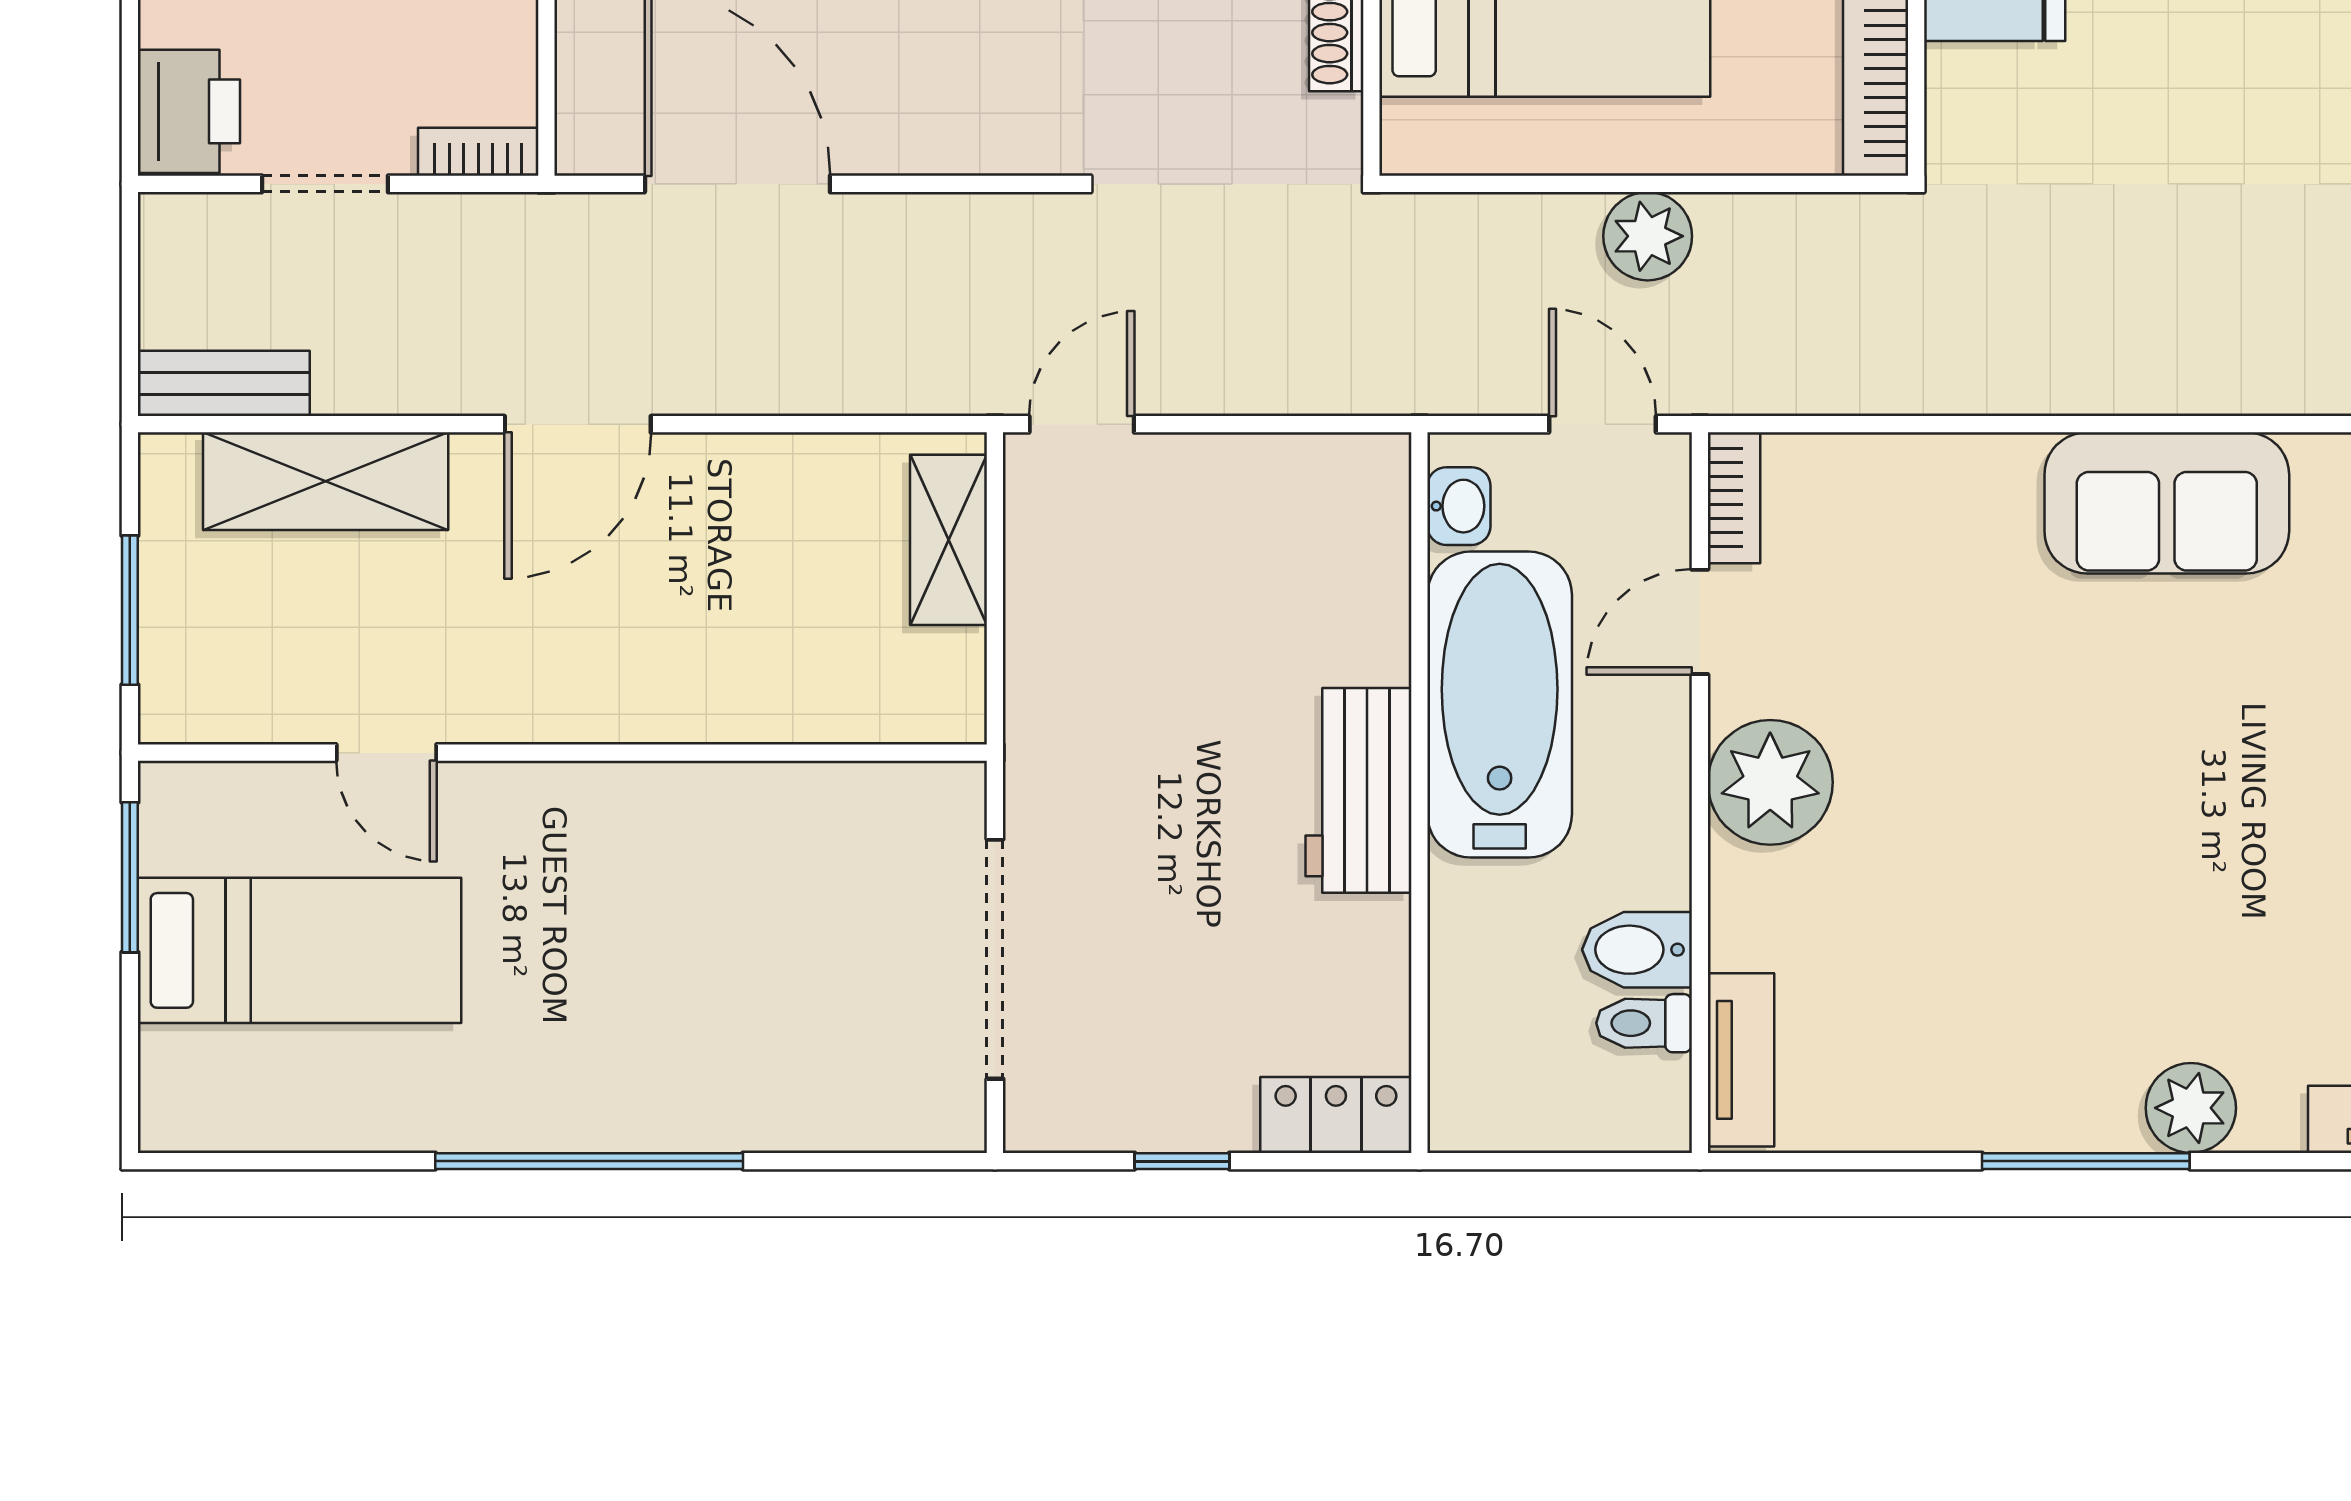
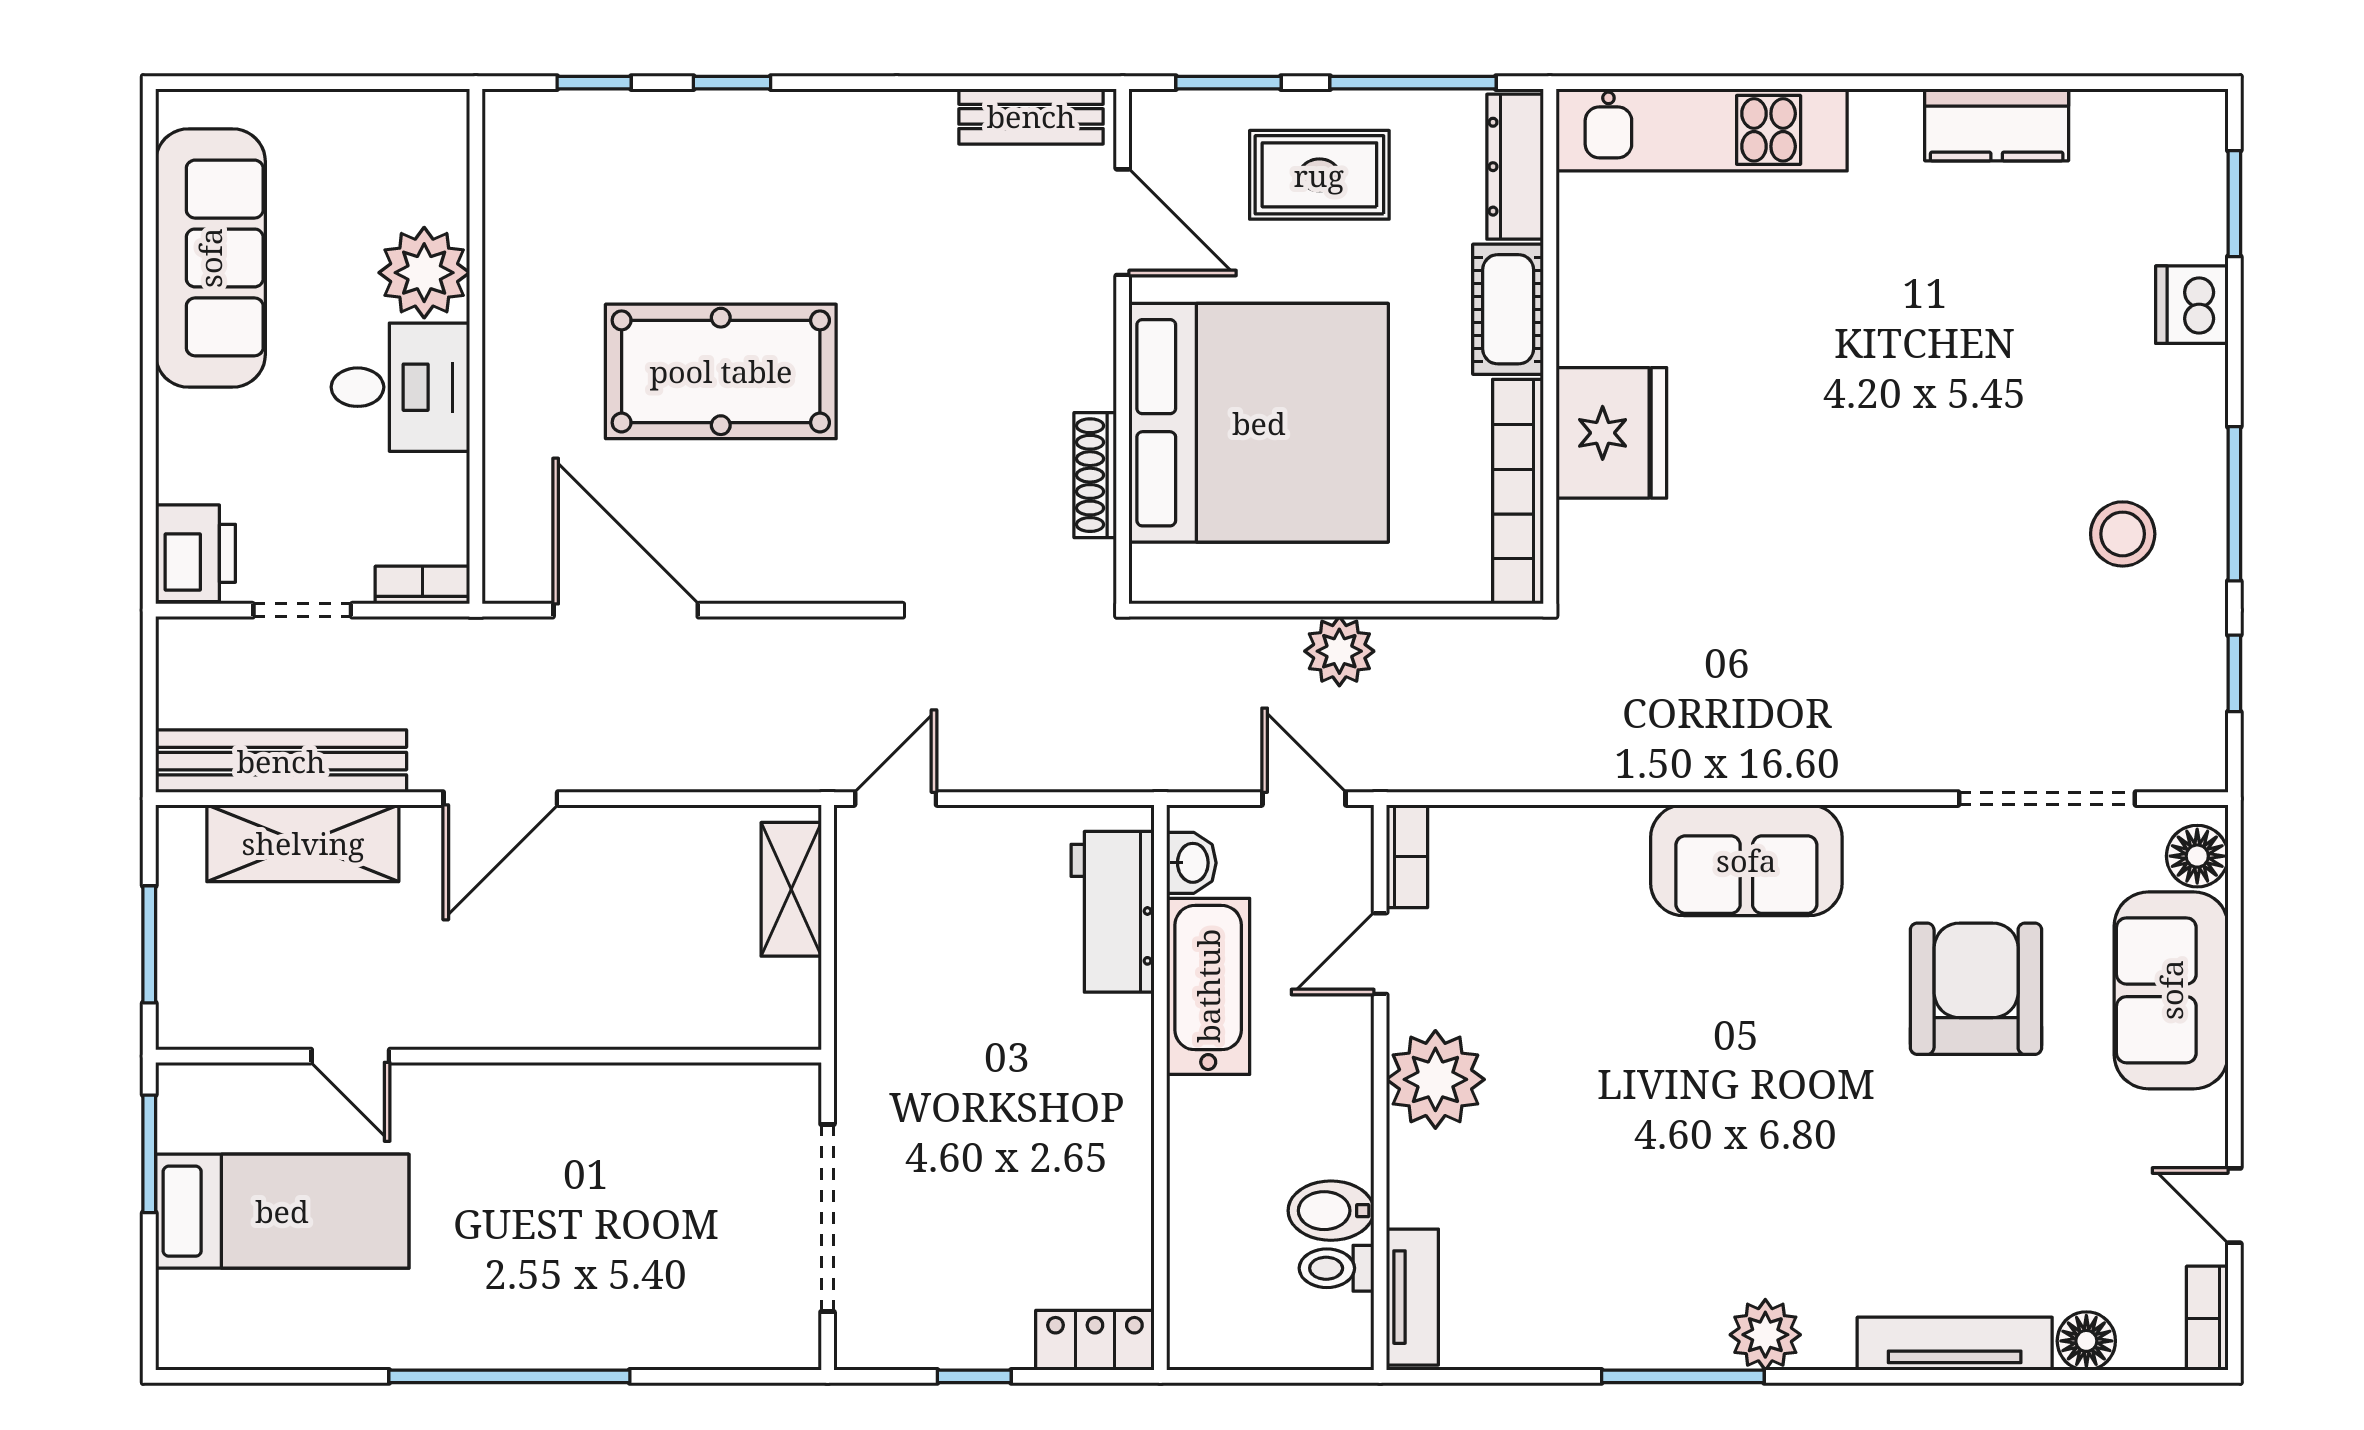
bench: (224, 383) -> (281, 761), width x1.86, depth x1.21
bathtub: (1500, 705) -> (1208, 986), width x0.73, depth x0.73
workbench: (1358, 790) -> (1113, 912), moved

